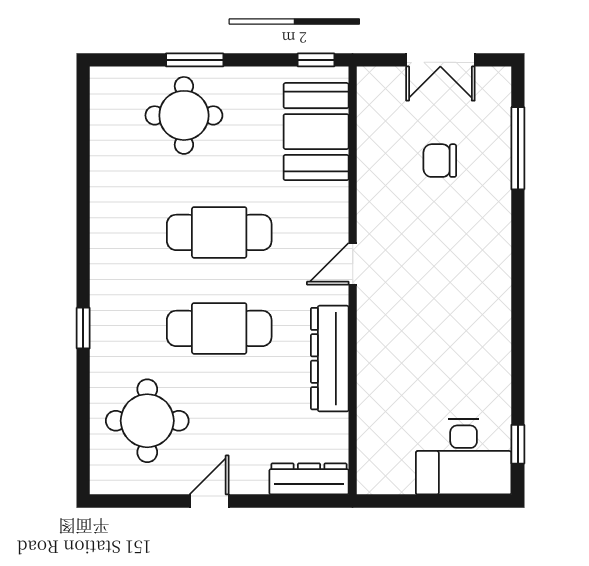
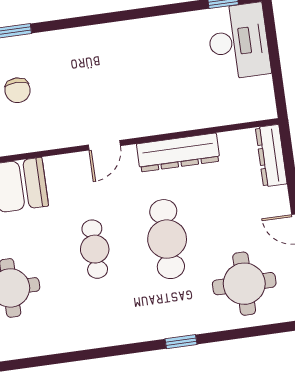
cafe table: (219, 232) -> (95, 249), width x0.73, depth x0.74
door: (353, 264) -> (104, 145), hinge flipped

